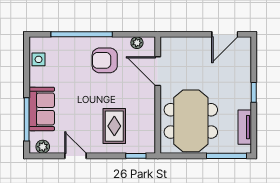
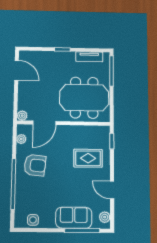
plant: (166, 43) -> (22, 116), added
armchair: (105, 60) -> (35, 165), turned -84
door: (76, 156) -> (112, 190), hinge flipped

